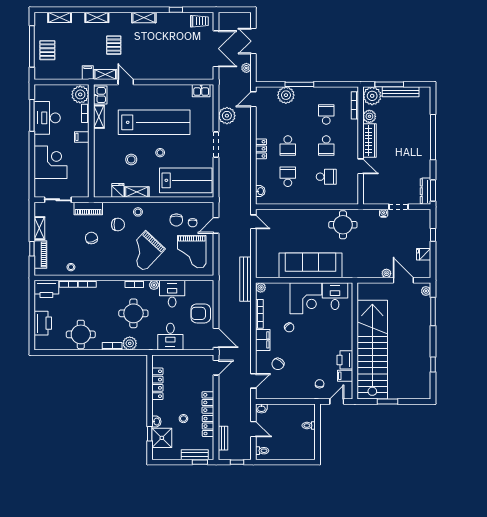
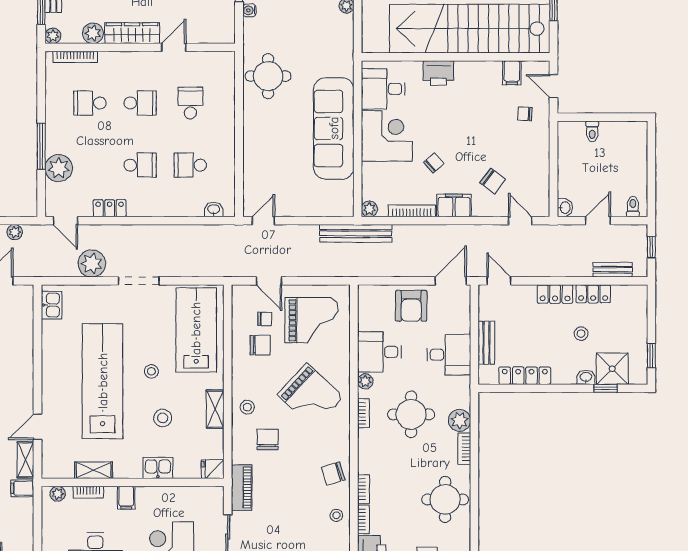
plant: (80, 94) -> (58, 494), width x0.53, depth x0.53
kitchen sink: (100, 95) -> (158, 468), moved
plant: (372, 96) -> (53, 36), width x0.53, depth x0.53
locker: (261, 149) -> (110, 208), moved
fridge: (118, 190) -> (213, 469), moved
chair: (91, 238) -> (333, 474), moved
printer: (345, 360) -> (438, 73), moved
bench: (195, 455) -> (486, 343), moved
window: (200, 462) -> (651, 356), moved

